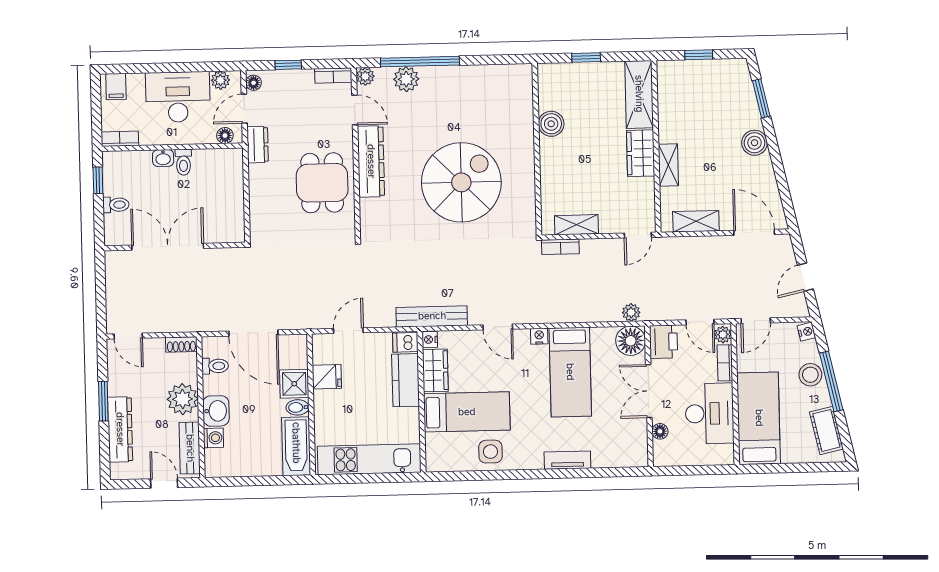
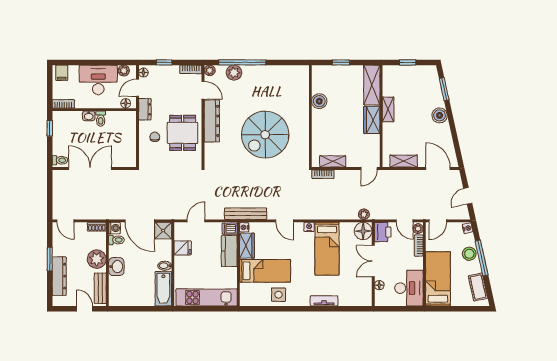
shelving: (668, 165) -> (388, 109), moved
spiral stairs: (461, 182) -> (265, 135), turned 180
chair: (275, 191) -> (155, 137), added
toilet: (116, 205) -> (60, 160), moved
shower: (294, 384) -> (163, 231), moved
desk: (710, 413) -> (409, 288), moved
washing machine: (213, 438) -> (114, 228), moved

